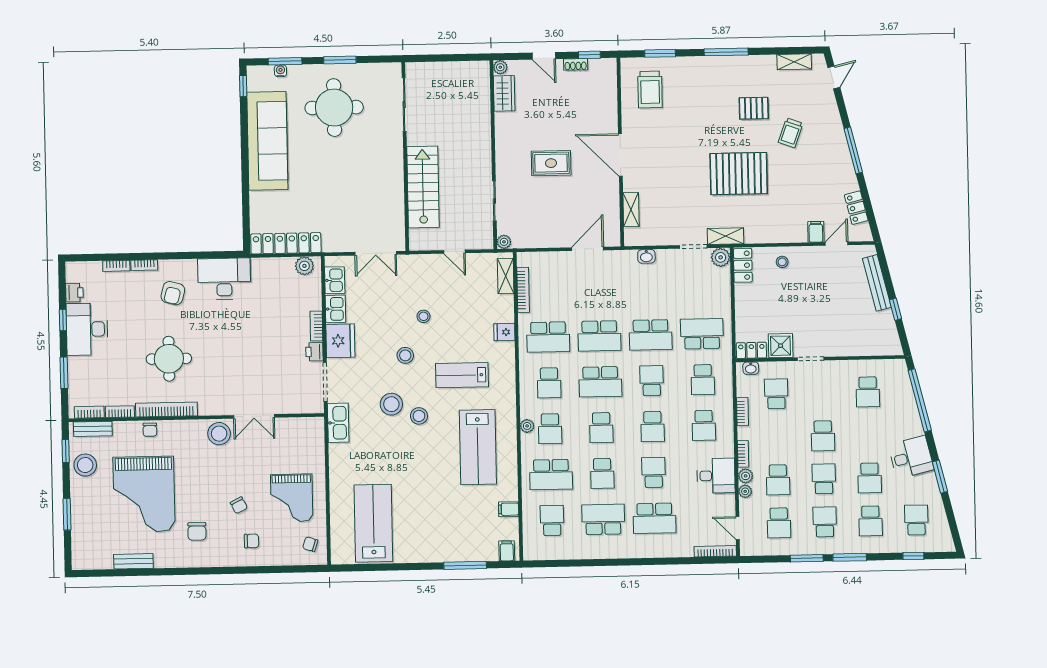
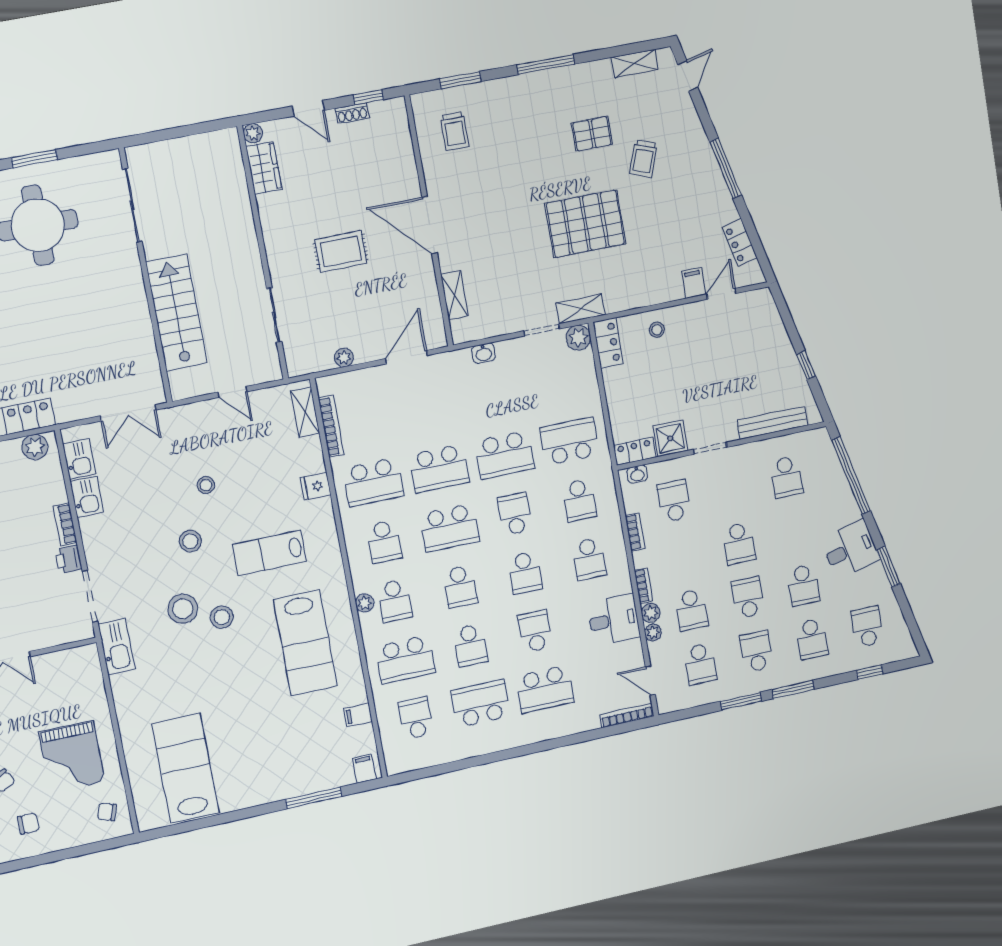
trolley: (650, 89) -> (455, 131), width x0.73, depth x0.72
plant: (504, 242) -> (344, 358), moved
bench: (877, 283) -> (773, 423), moved, turned -76
fridge: (340, 341) -> (101, 538), removed

